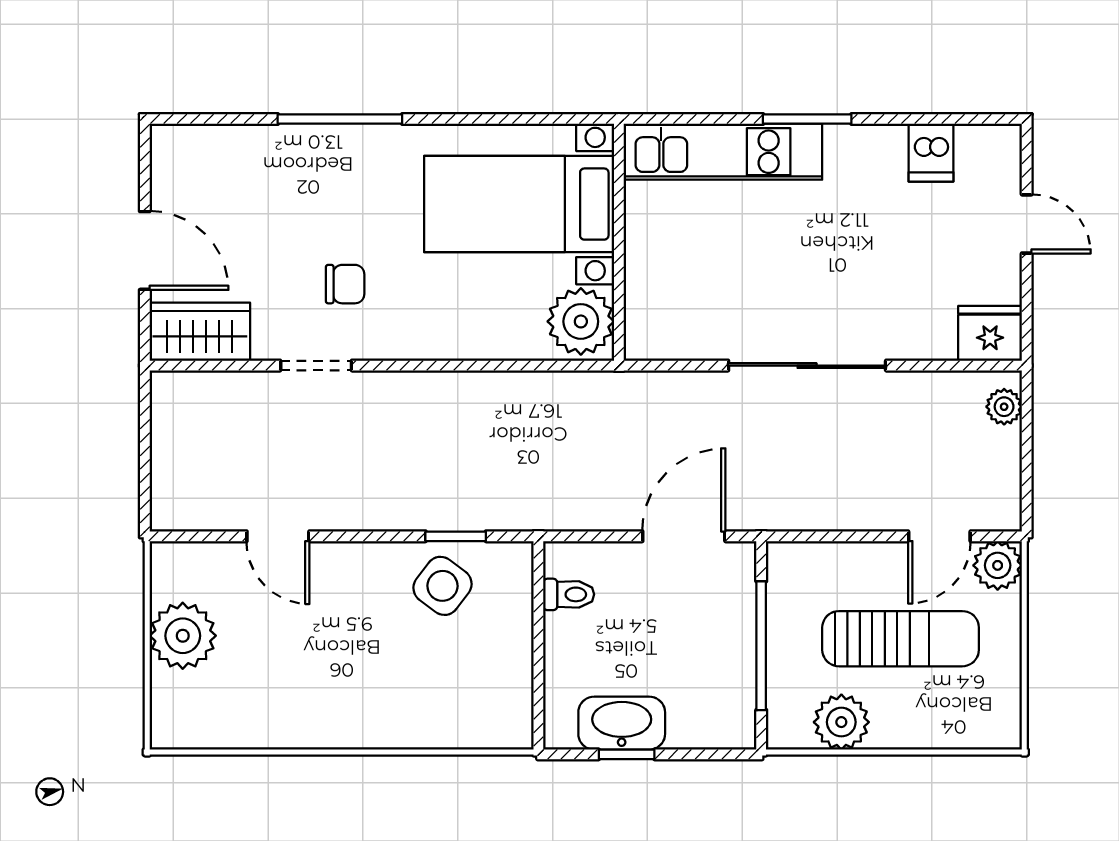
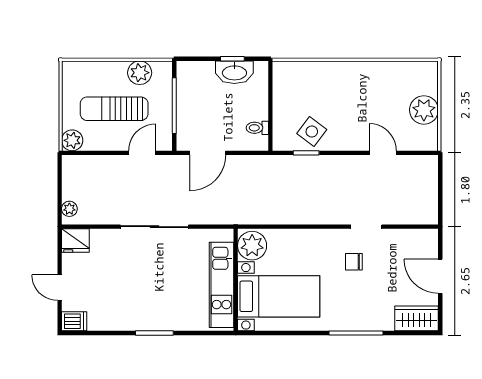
kitchen unit: (723, 152) -> (222, 285), moved, turned -90
dishwasher: (931, 153) -> (74, 321), moved, turned 90
wardrobe: (200, 332) -> (417, 318), moved, turned 180
door: (939, 536) -> (142, 153), moved

